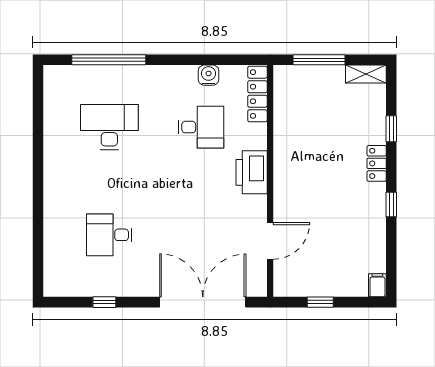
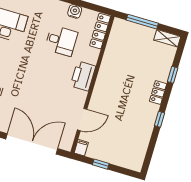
filing cabinet: (377, 285) -> (81, 148), moved

